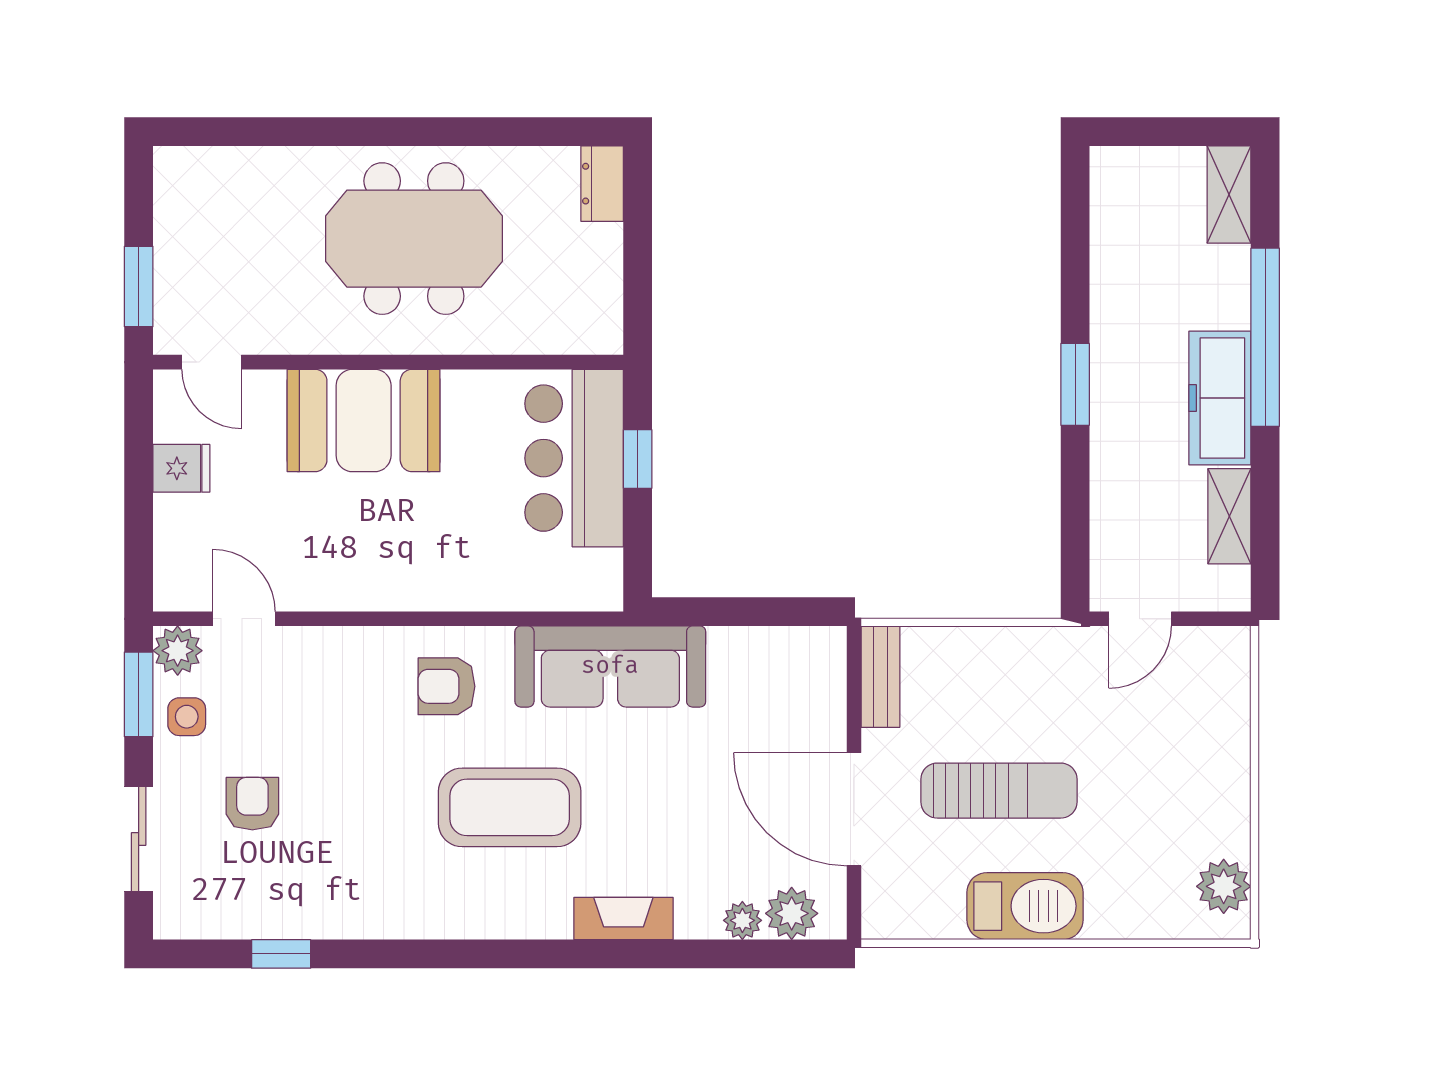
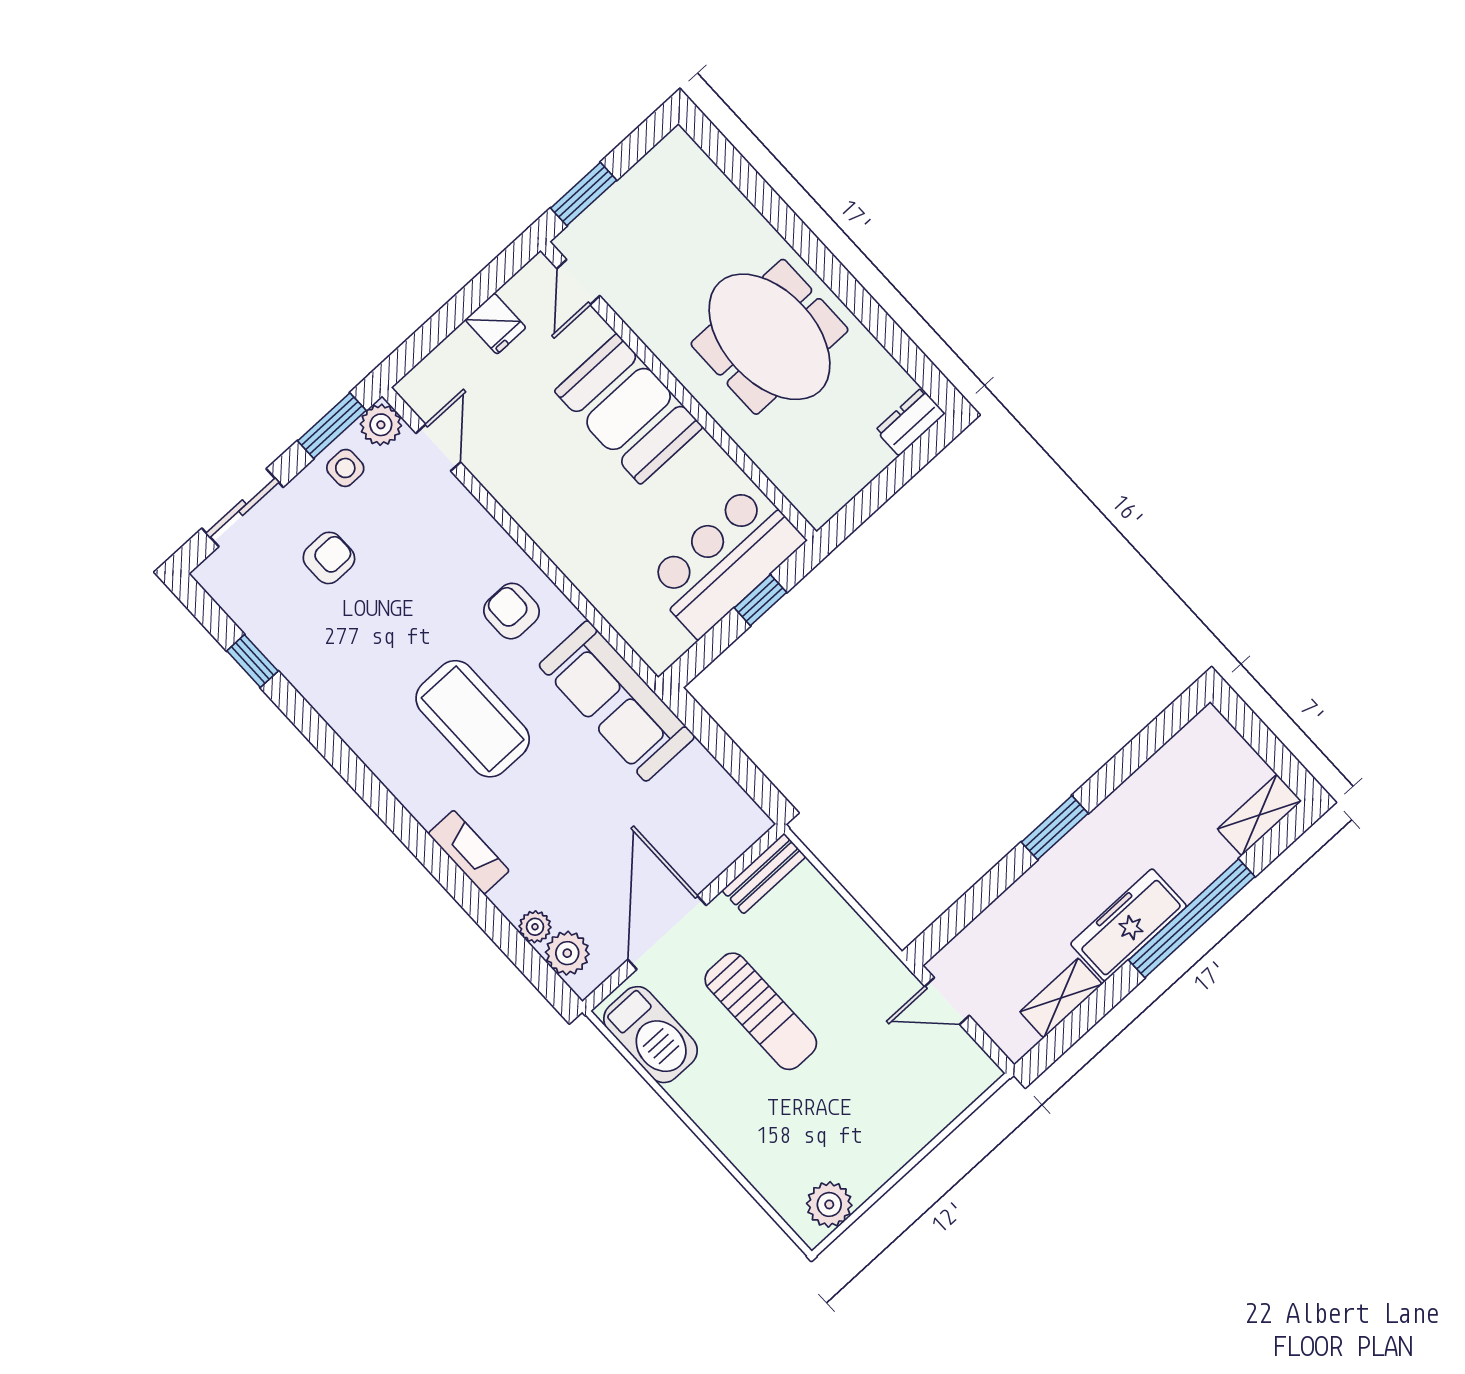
barbecue: (1025, 906) -> (651, 1035), moved

